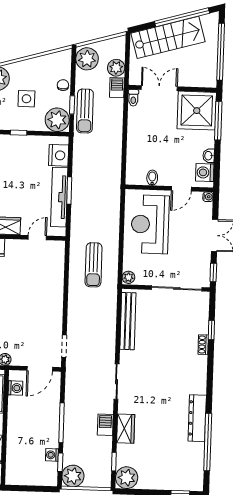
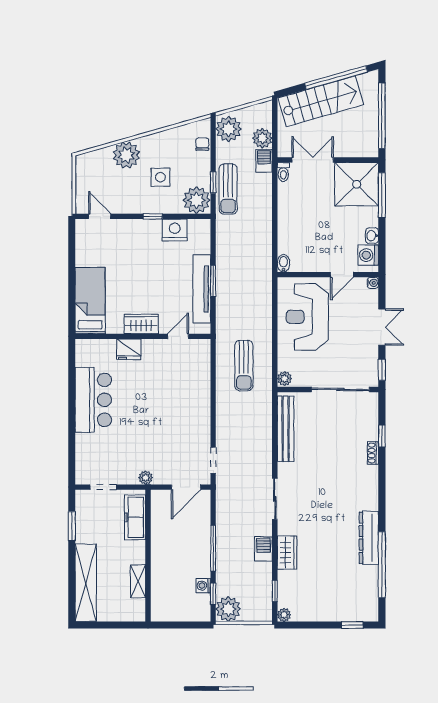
chair: (63, 85) -> (202, 144), moved
nightstand: (59, 155) -> (175, 230), moved, turned -90
bidet: (152, 178) -> (283, 263), moved
washing machine: (15, 388) -> (159, 510), removed
plant: (127, 478) -> (284, 615), width x0.53, depth x0.53

